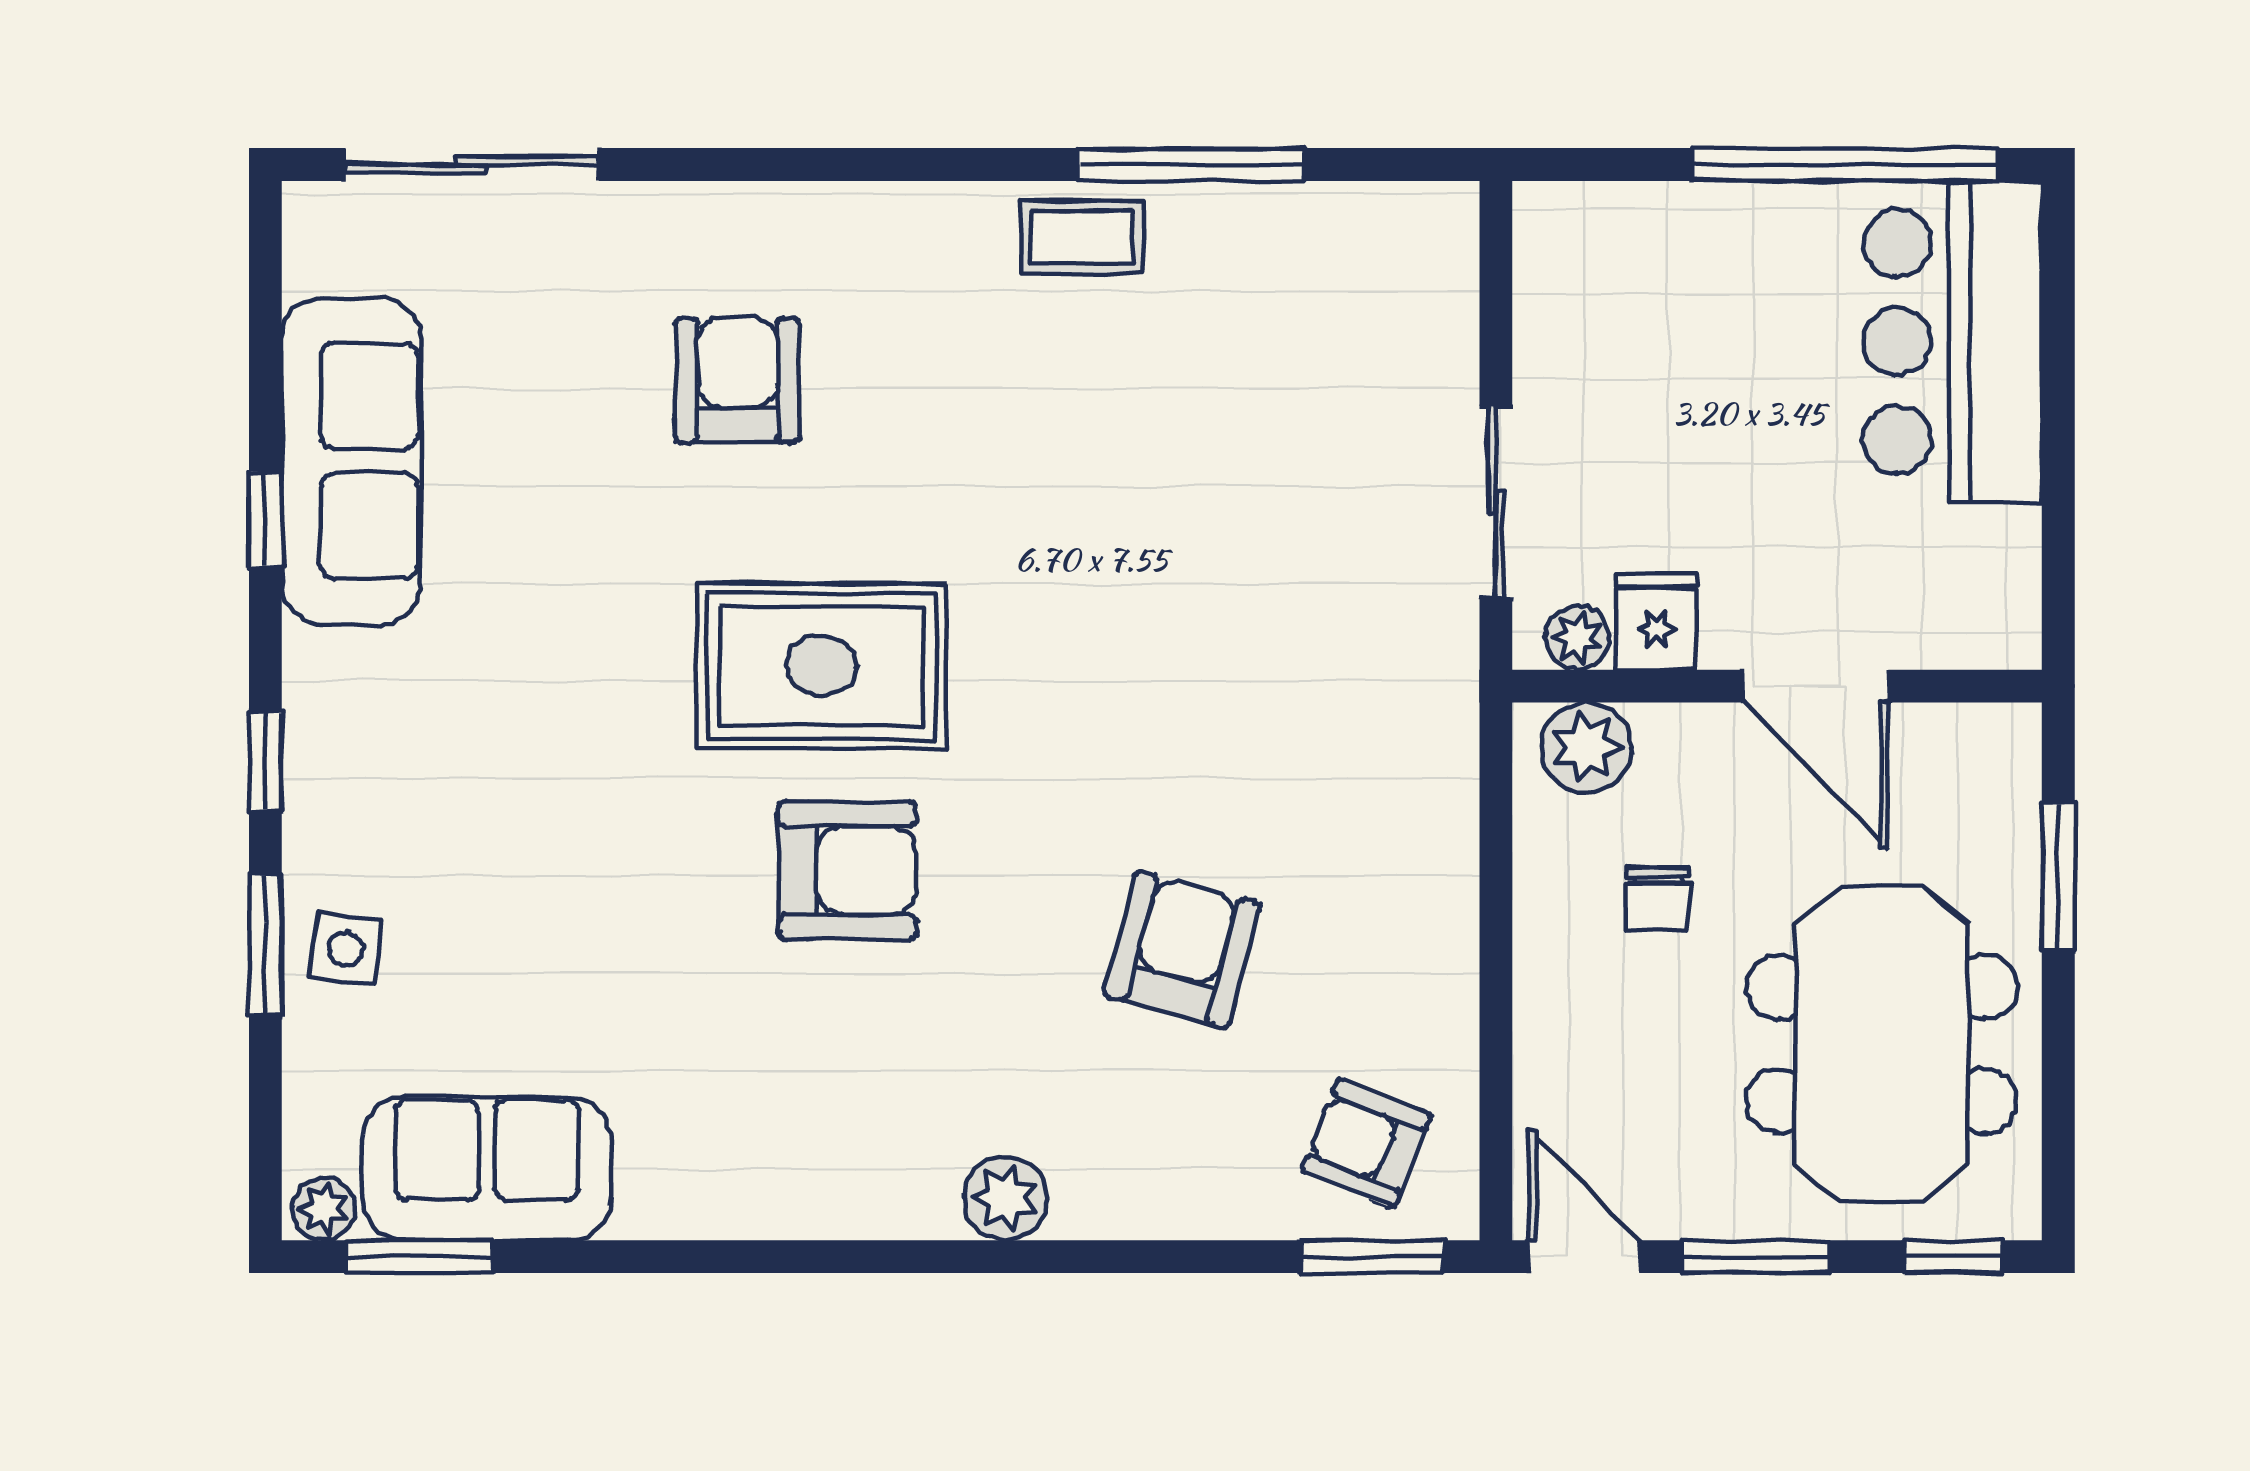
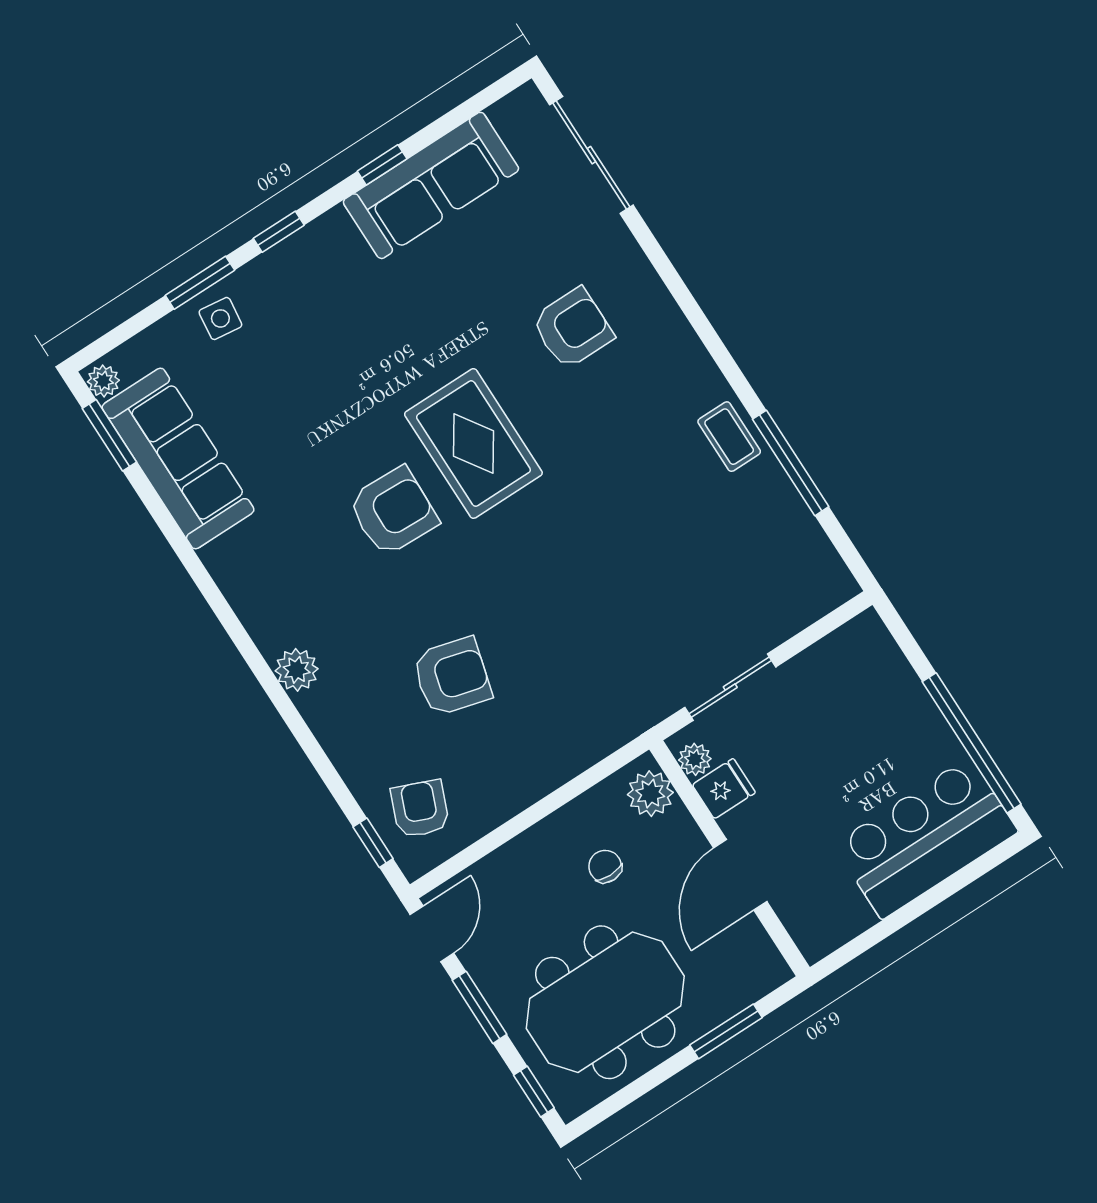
armchair: (847, 871) -> (393, 511), turned -88
chair: (1658, 900) -> (605, 866), turned 90
sofa: (486, 1168) -> (178, 459), width x1.36
window: (1372, 1257) -> (373, 843), width x0.67

